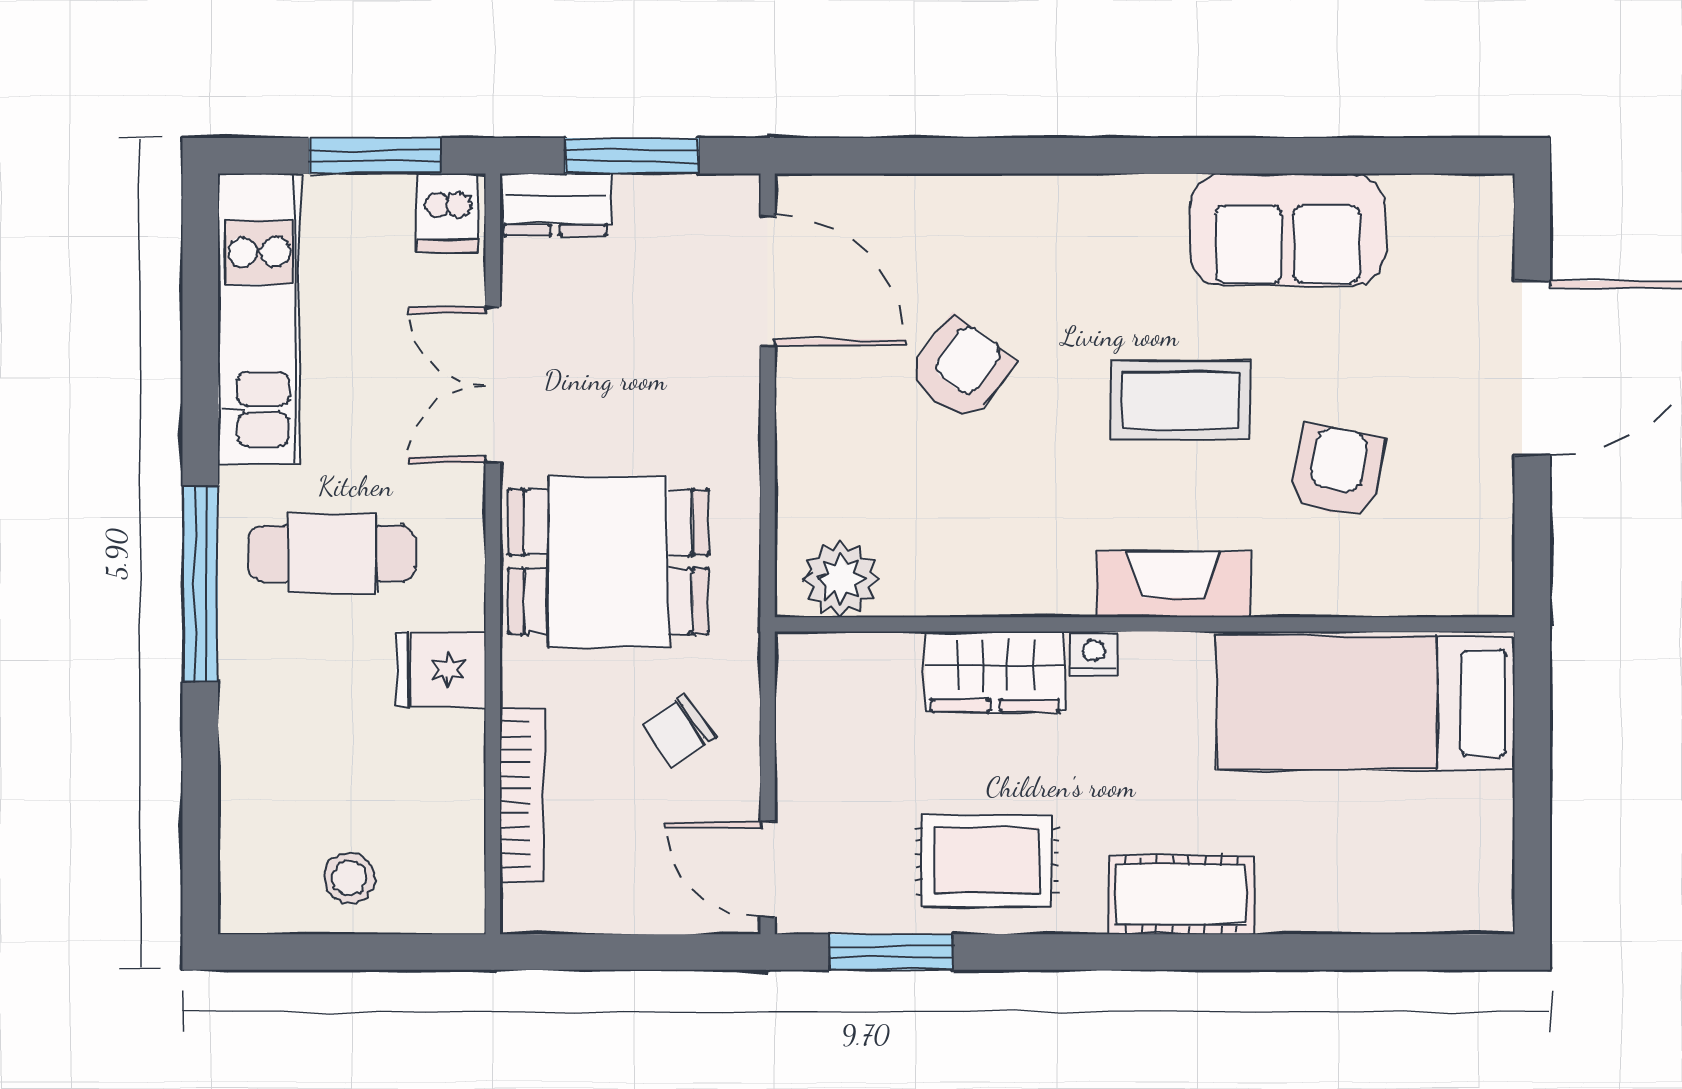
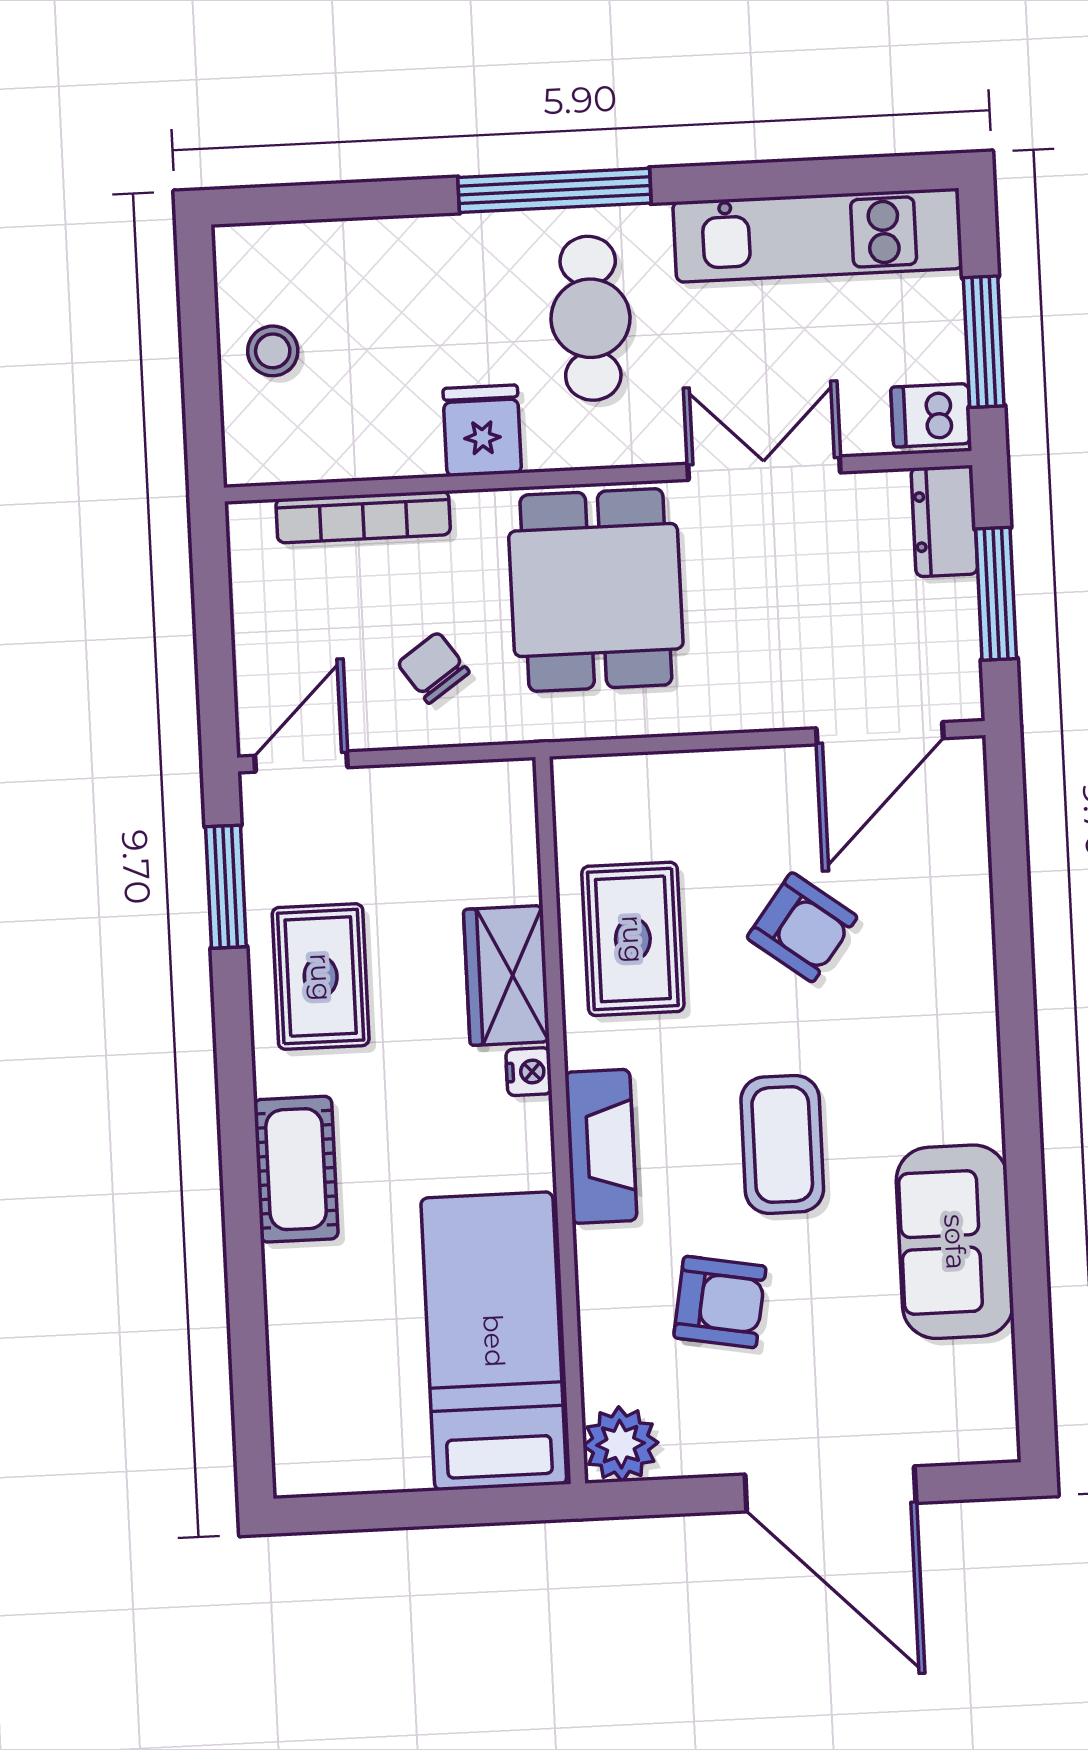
rug: (964, 541) -> (633, 939), added
plant: (840, 579) -> (621, 1444), moved

